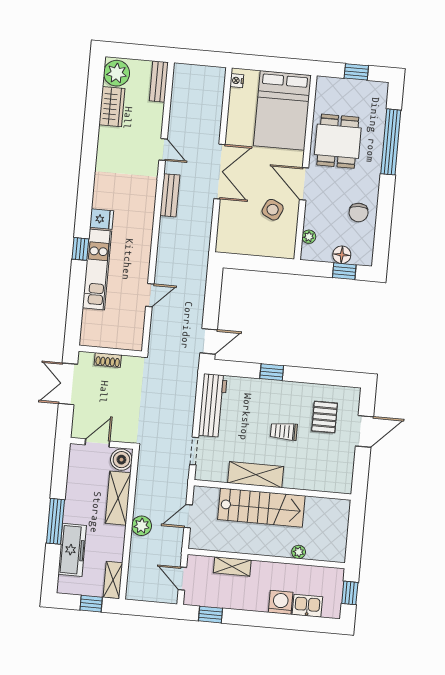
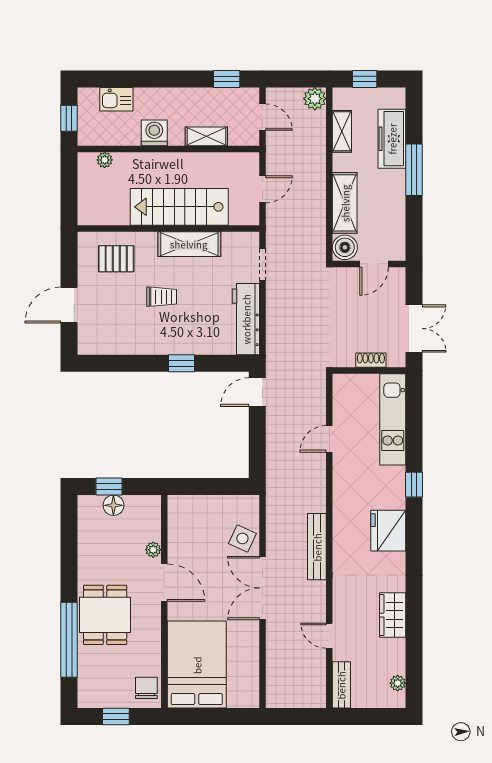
plant: (117, 73) -> (398, 683), width x0.53, depth x0.53
nightstand: (237, 81) -> (252, 694), removed
wardrobe: (112, 107) -> (393, 615), moved
dining table: (338, 141) -> (105, 615), moved
door: (163, 149) -> (329, 636), moved
bench: (170, 195) -> (317, 547), width x1.36
side table: (273, 210) -> (242, 538), moved
chair: (359, 212) -> (146, 688), moved
fridge: (102, 219) -> (388, 531), width x1.88, depth x1.34
plant: (309, 237) -> (153, 550), moved
kitchen unit: (97, 269) -> (393, 419), moved
pallet: (325, 417) -> (116, 259), moved, turned 90
plant: (142, 526) -> (315, 99), moved
plant: (299, 552) -> (105, 160), moved
shelving: (113, 580) -> (342, 131), moved
washing machine: (281, 602) -> (154, 133), moved, turned 180

